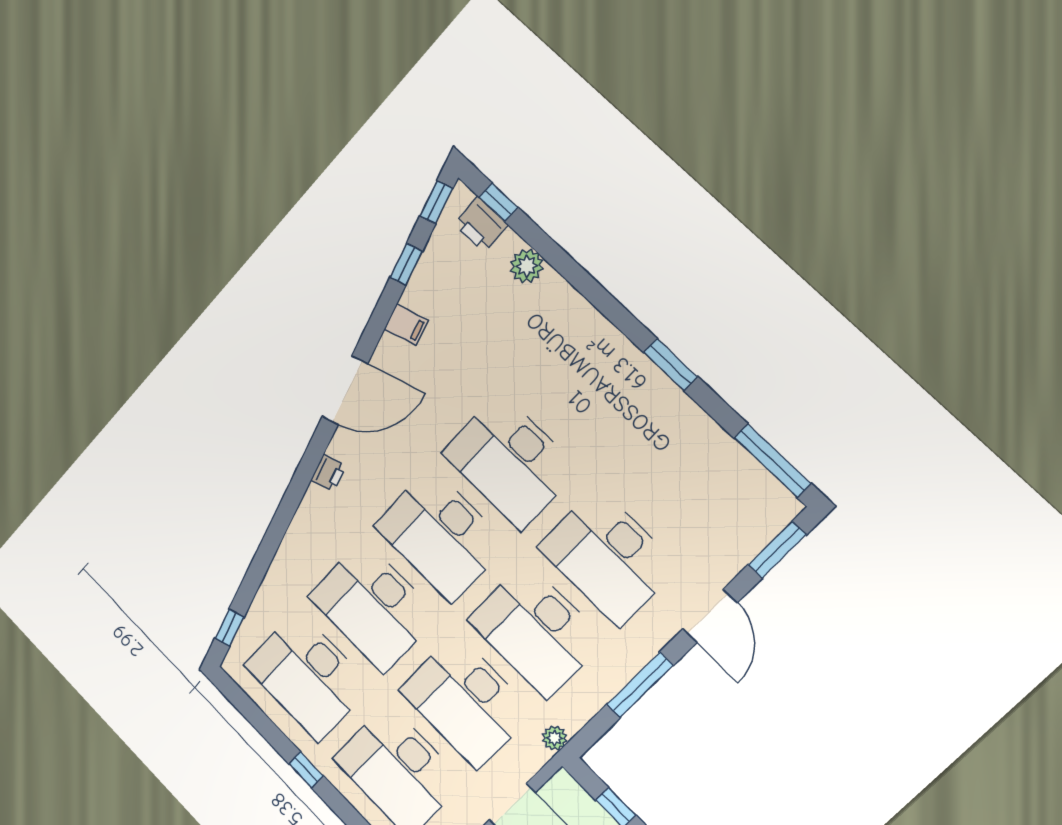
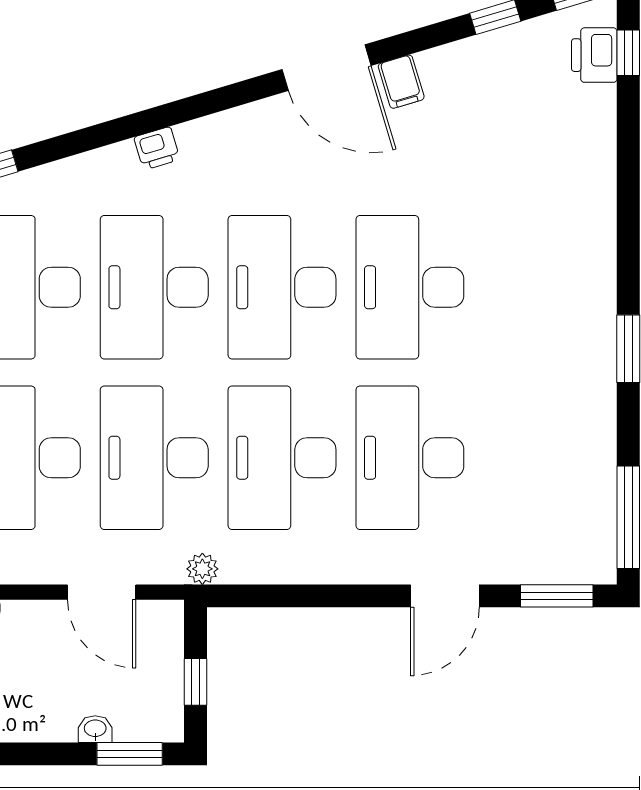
plant: (527, 266) -> (596, 134), removed
filing cabinet: (406, 325) -> (401, 82), moved
printer: (328, 473) -> (157, 148), moved
window: (640, 685) -> (325, 596), removed

